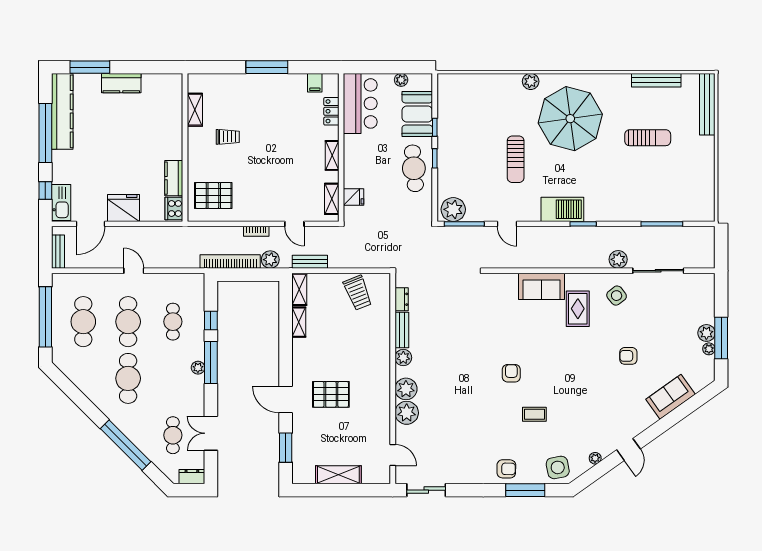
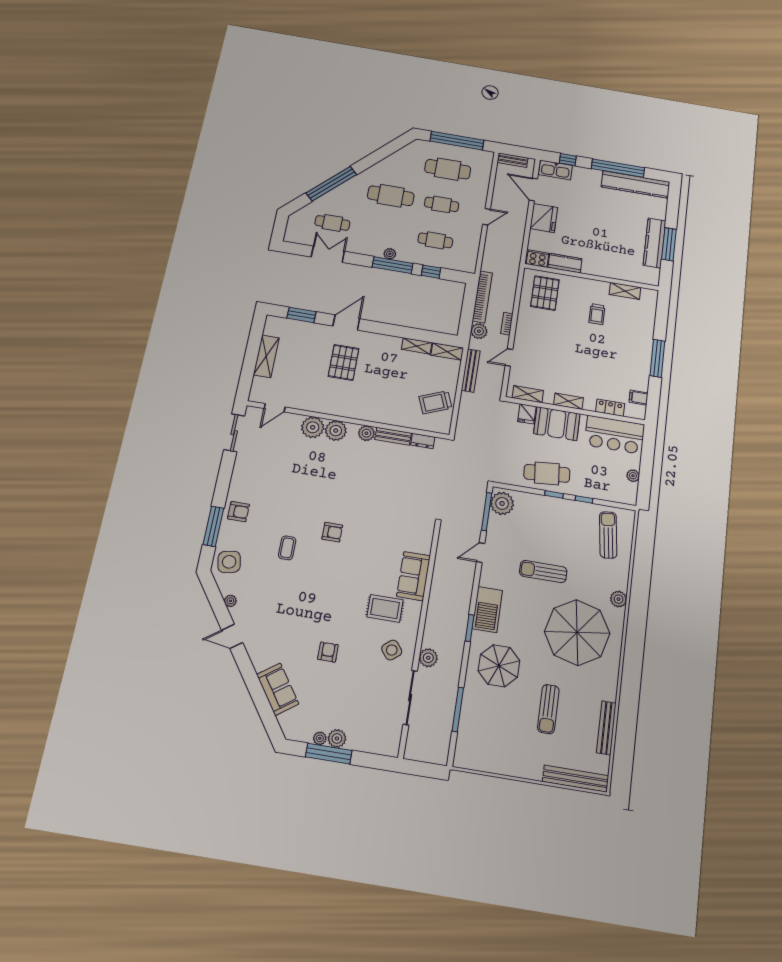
window: (90, 67) -> (669, 244), moved
kitchen counter: (121, 83) -> (654, 243), width x1.50
sun lounger: (467, 99) -> (608, 535), added
booth: (417, 114) -> (557, 424), moved
parasol: (615, 190) -> (499, 666), added
bench: (310, 262) -> (471, 371), width x1.36
cafe table: (128, 322) -> (442, 204), width x0.73, depth x0.74
armchair: (506, 469) -> (238, 512), turned -91
dresser: (192, 477) -> (291, 232), removed

